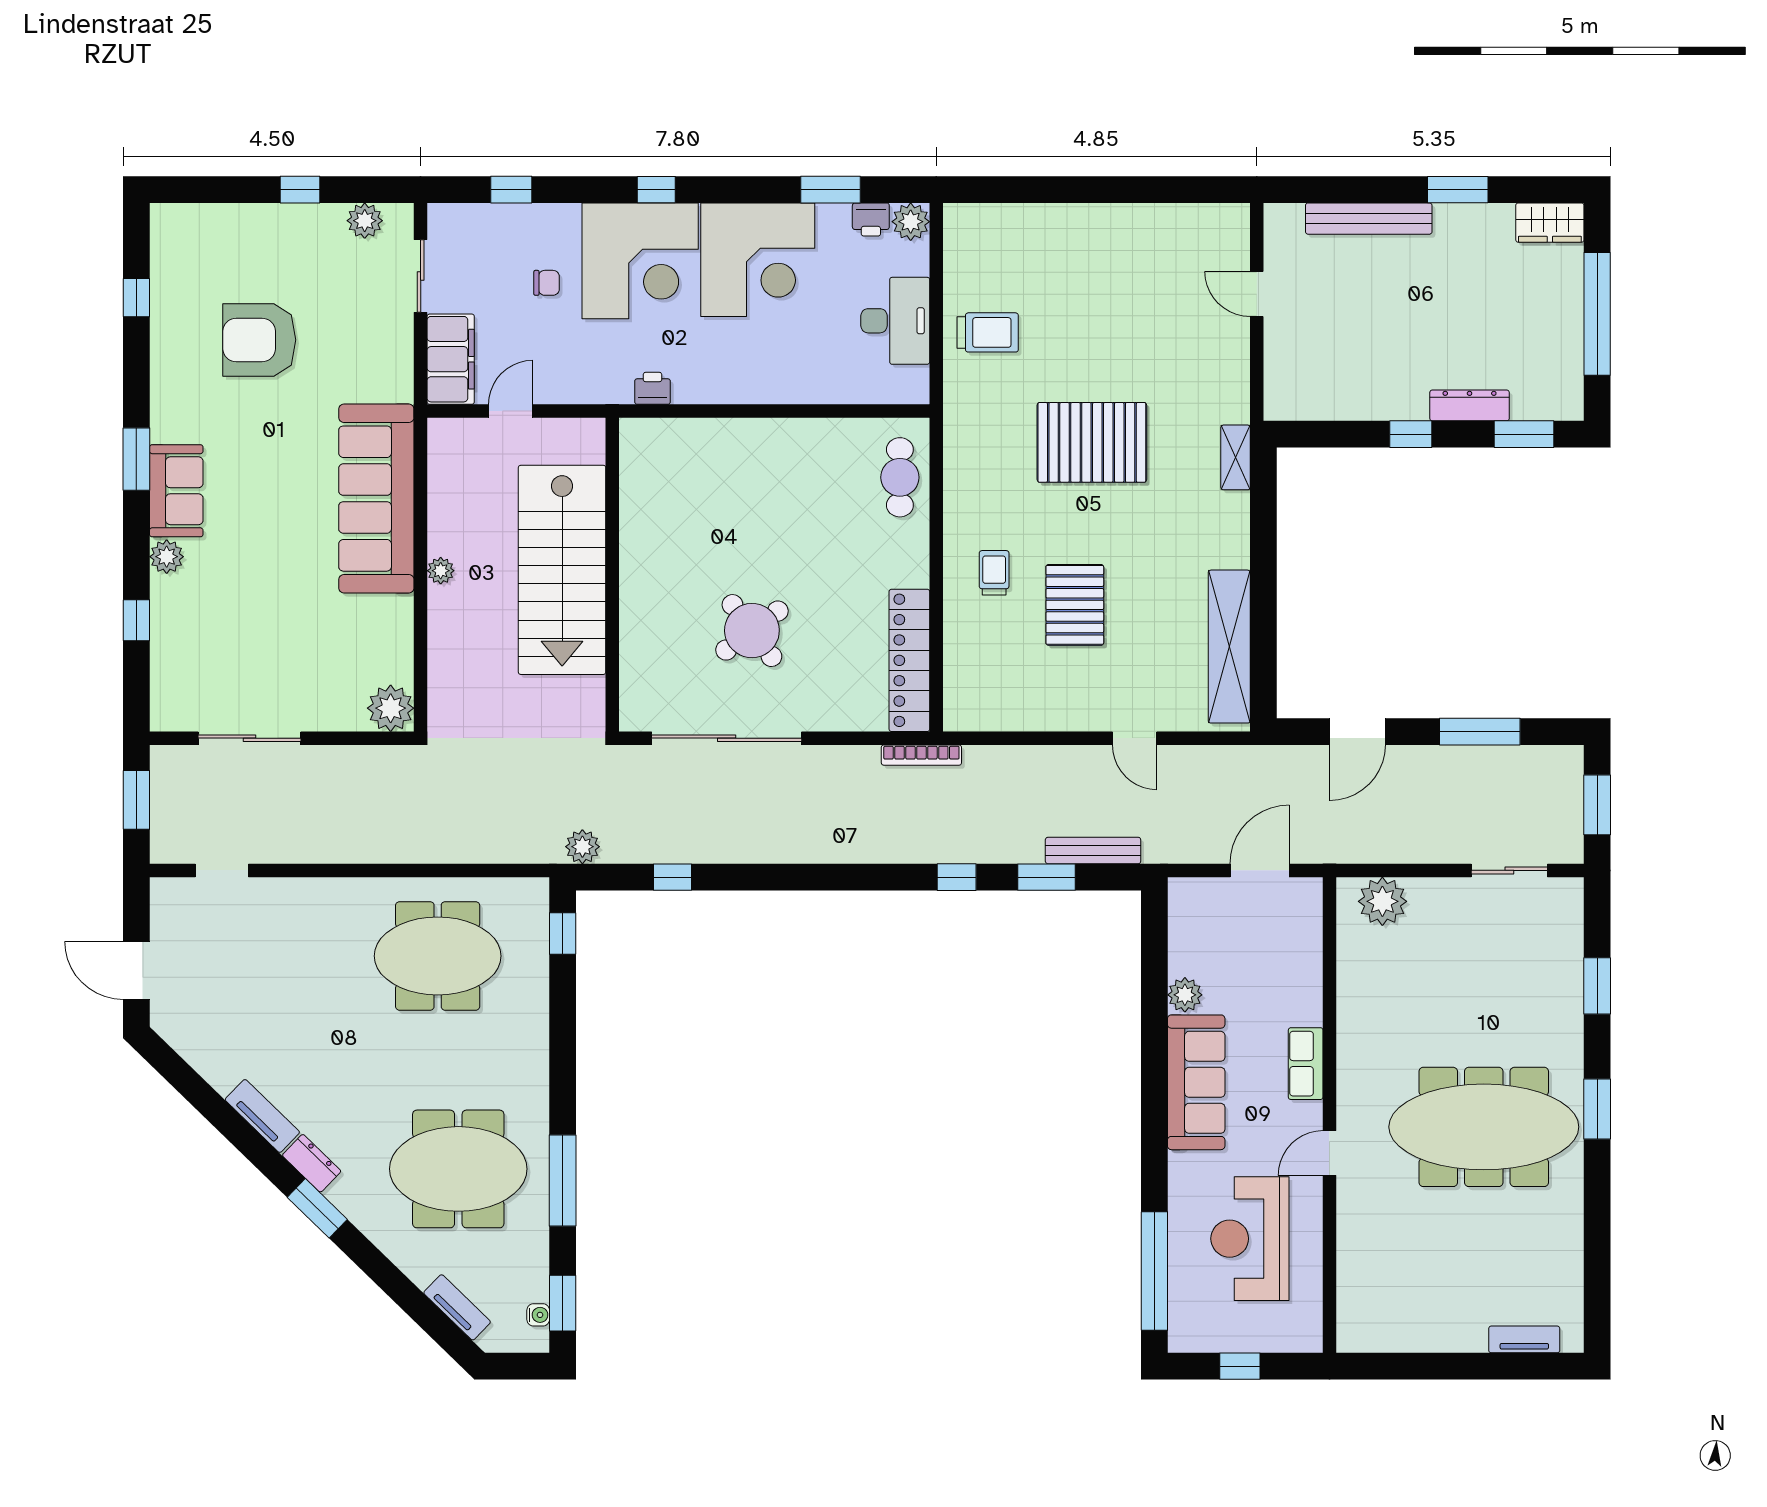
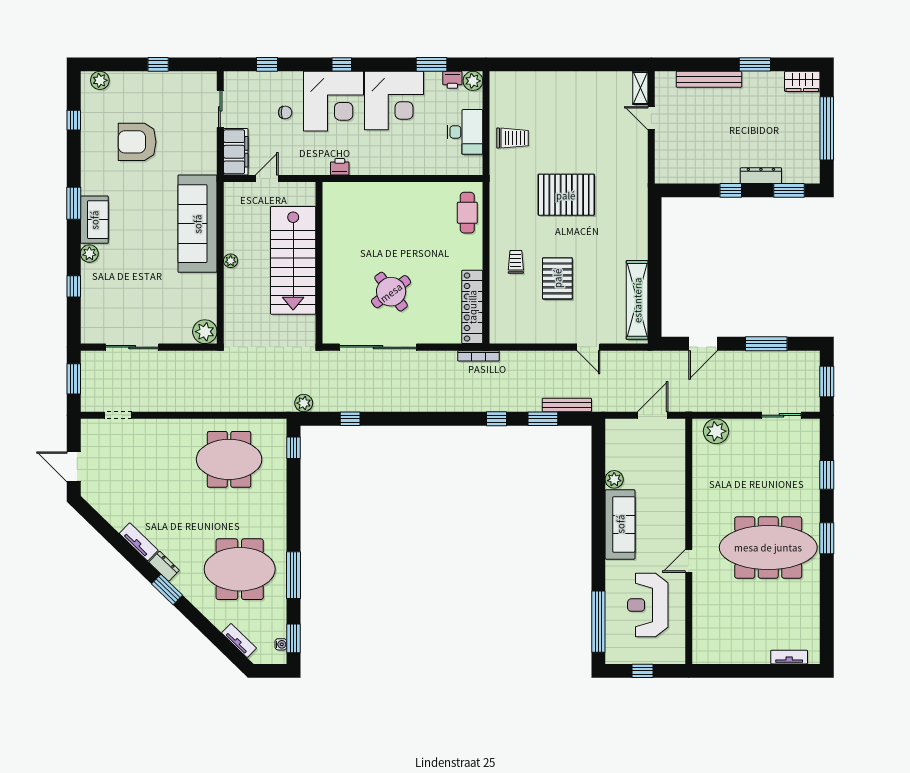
plant: (365, 221) -> (100, 80), moved
shelving: (1236, 457) -> (640, 88), moved
row of seats: (1306, 1064) -> (676, 515), removed

